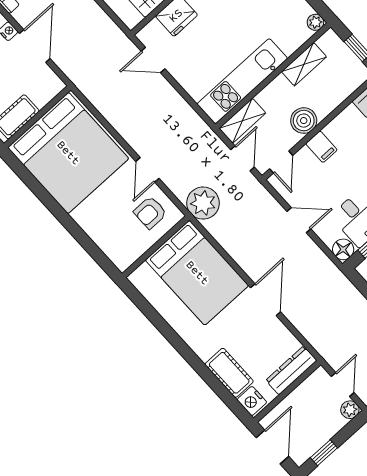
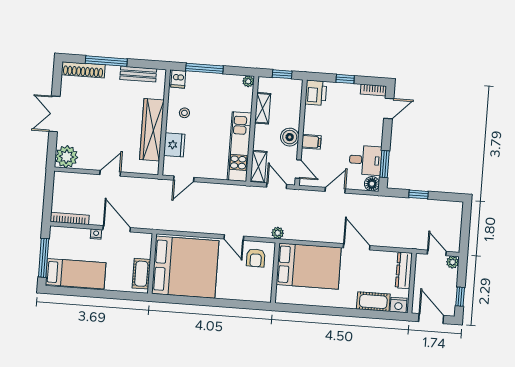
plant: (203, 203) -> (278, 233), width x0.53, depth x0.53

